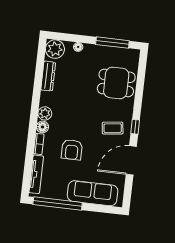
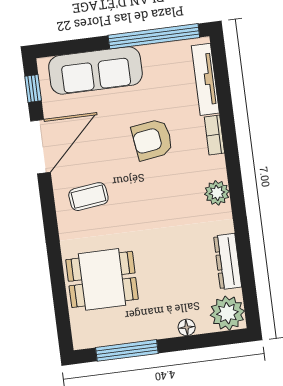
floor lamp: (42, 127) -> (215, 167), removed
window: (135, 127) -> (33, 88), moved
armchair: (72, 150) -> (152, 140), turned -98

